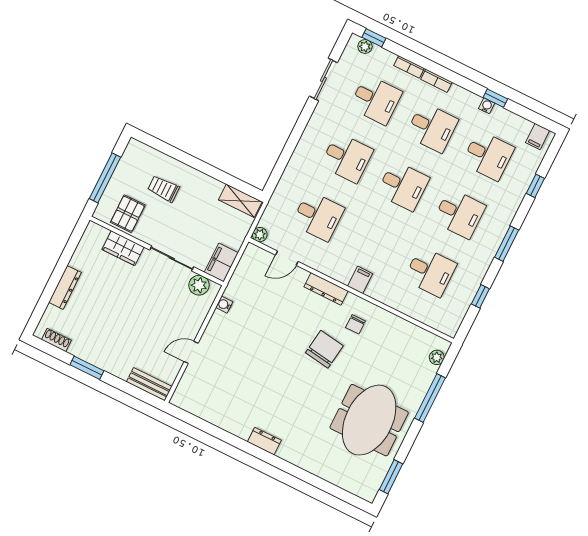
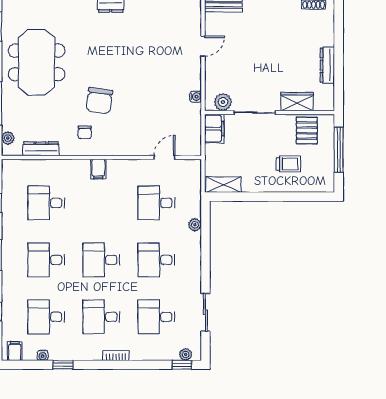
bookcase: (409, 67) -> (143, 356), removed
water cooler: (487, 106) -> (43, 355), moved
plant: (260, 235) -> (195, 225), moved
dresser: (65, 287) -> (327, 65), moved
dresser: (326, 289) -> (41, 149), moved
chair: (355, 324) -> (85, 132), turned 180

